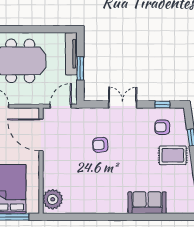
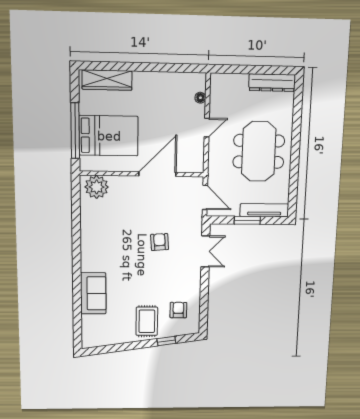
double door: (123, 104) -> (205, 251), moved
window: (162, 104) -> (204, 310), removed
door: (41, 135) -> (157, 174), moved

